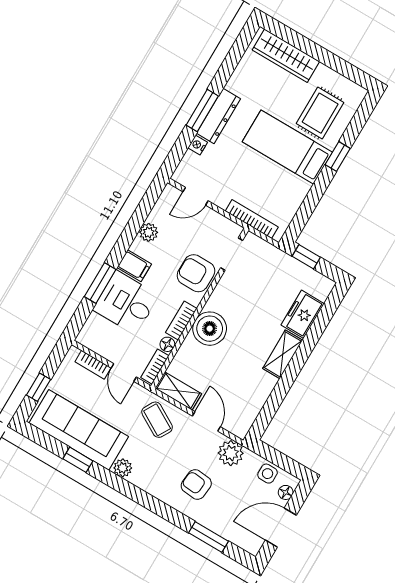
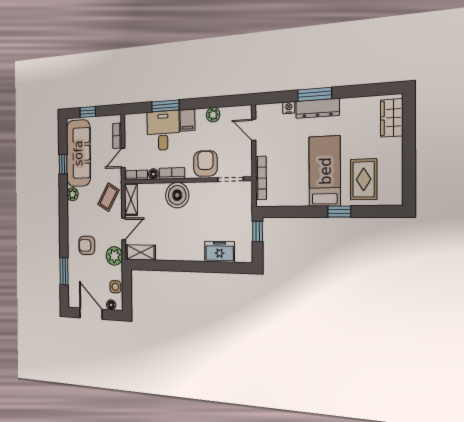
wardrobe: (286, 56) -> (392, 118), width x0.67
rug: (320, 113) -> (364, 179), turned 90
shelving: (283, 354) -> (141, 252), moved
armchair: (196, 484) -> (87, 245), turned -95

